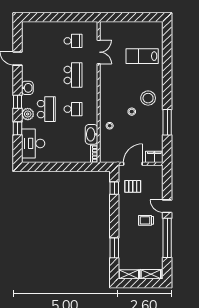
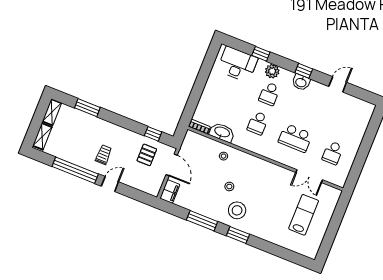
lab bench: (142, 56) -> (304, 215), moved
window: (167, 90) -> (238, 235), added
window: (18, 102) -> (304, 71), moved
school desk: (46, 109) -> (269, 94), width x0.54

